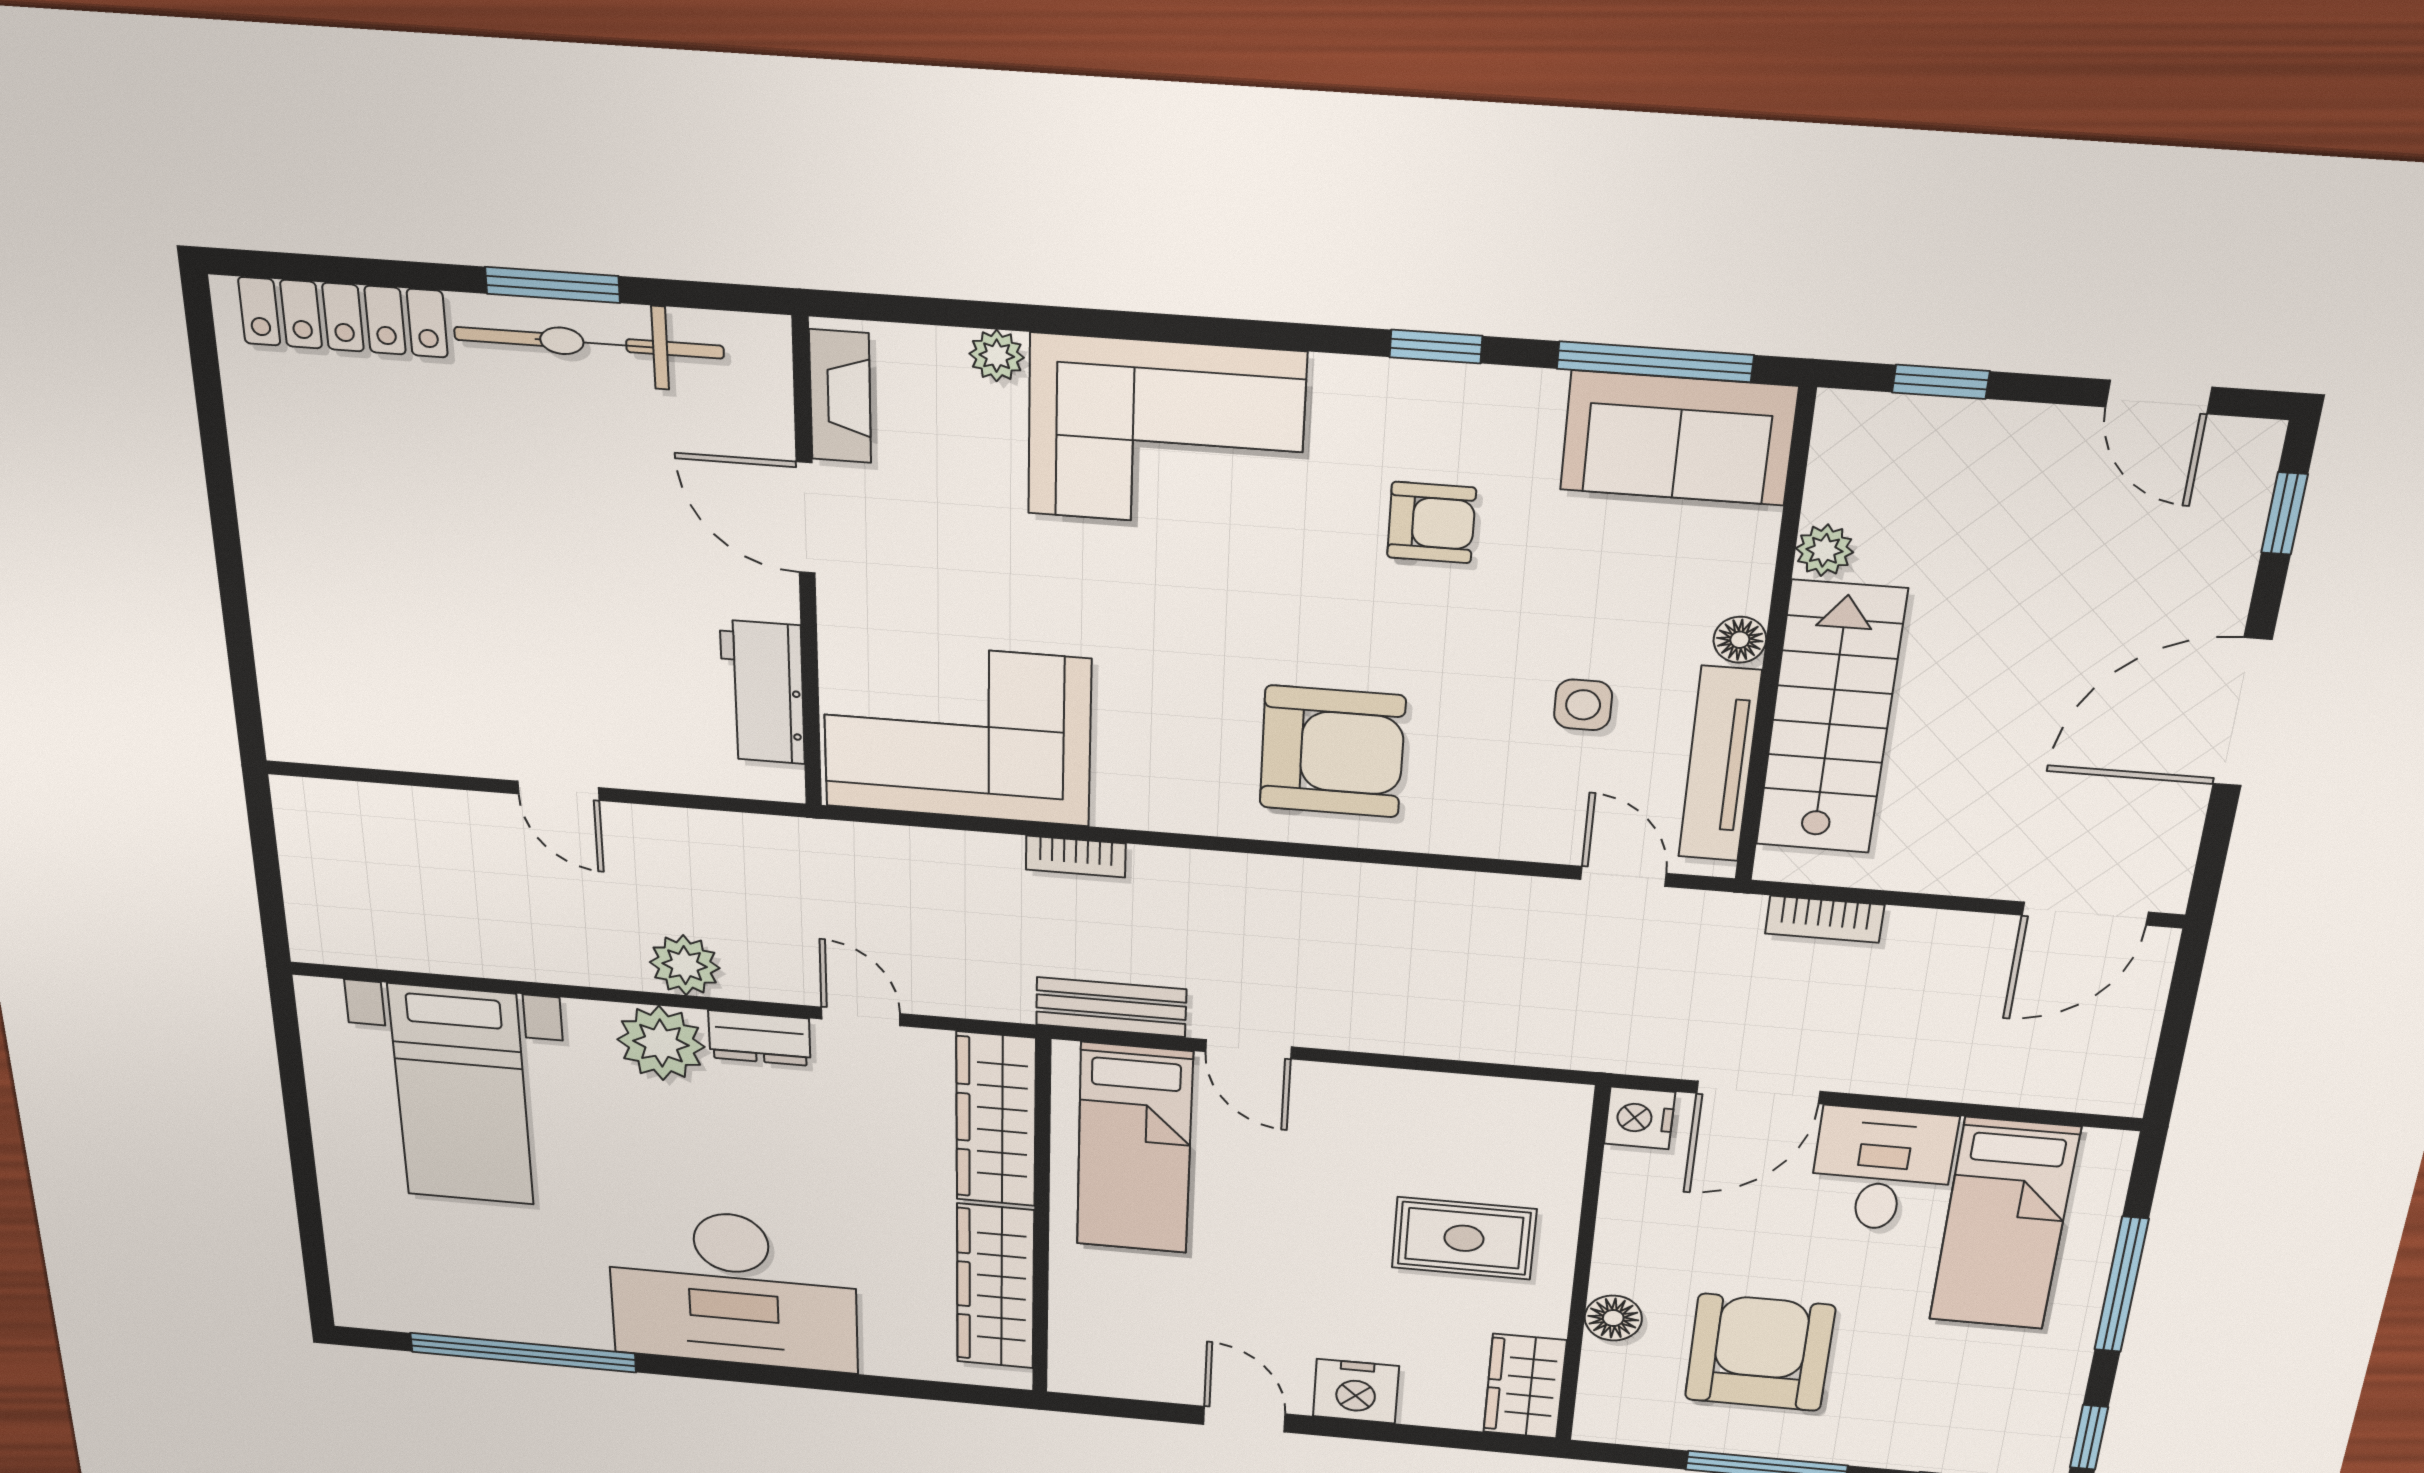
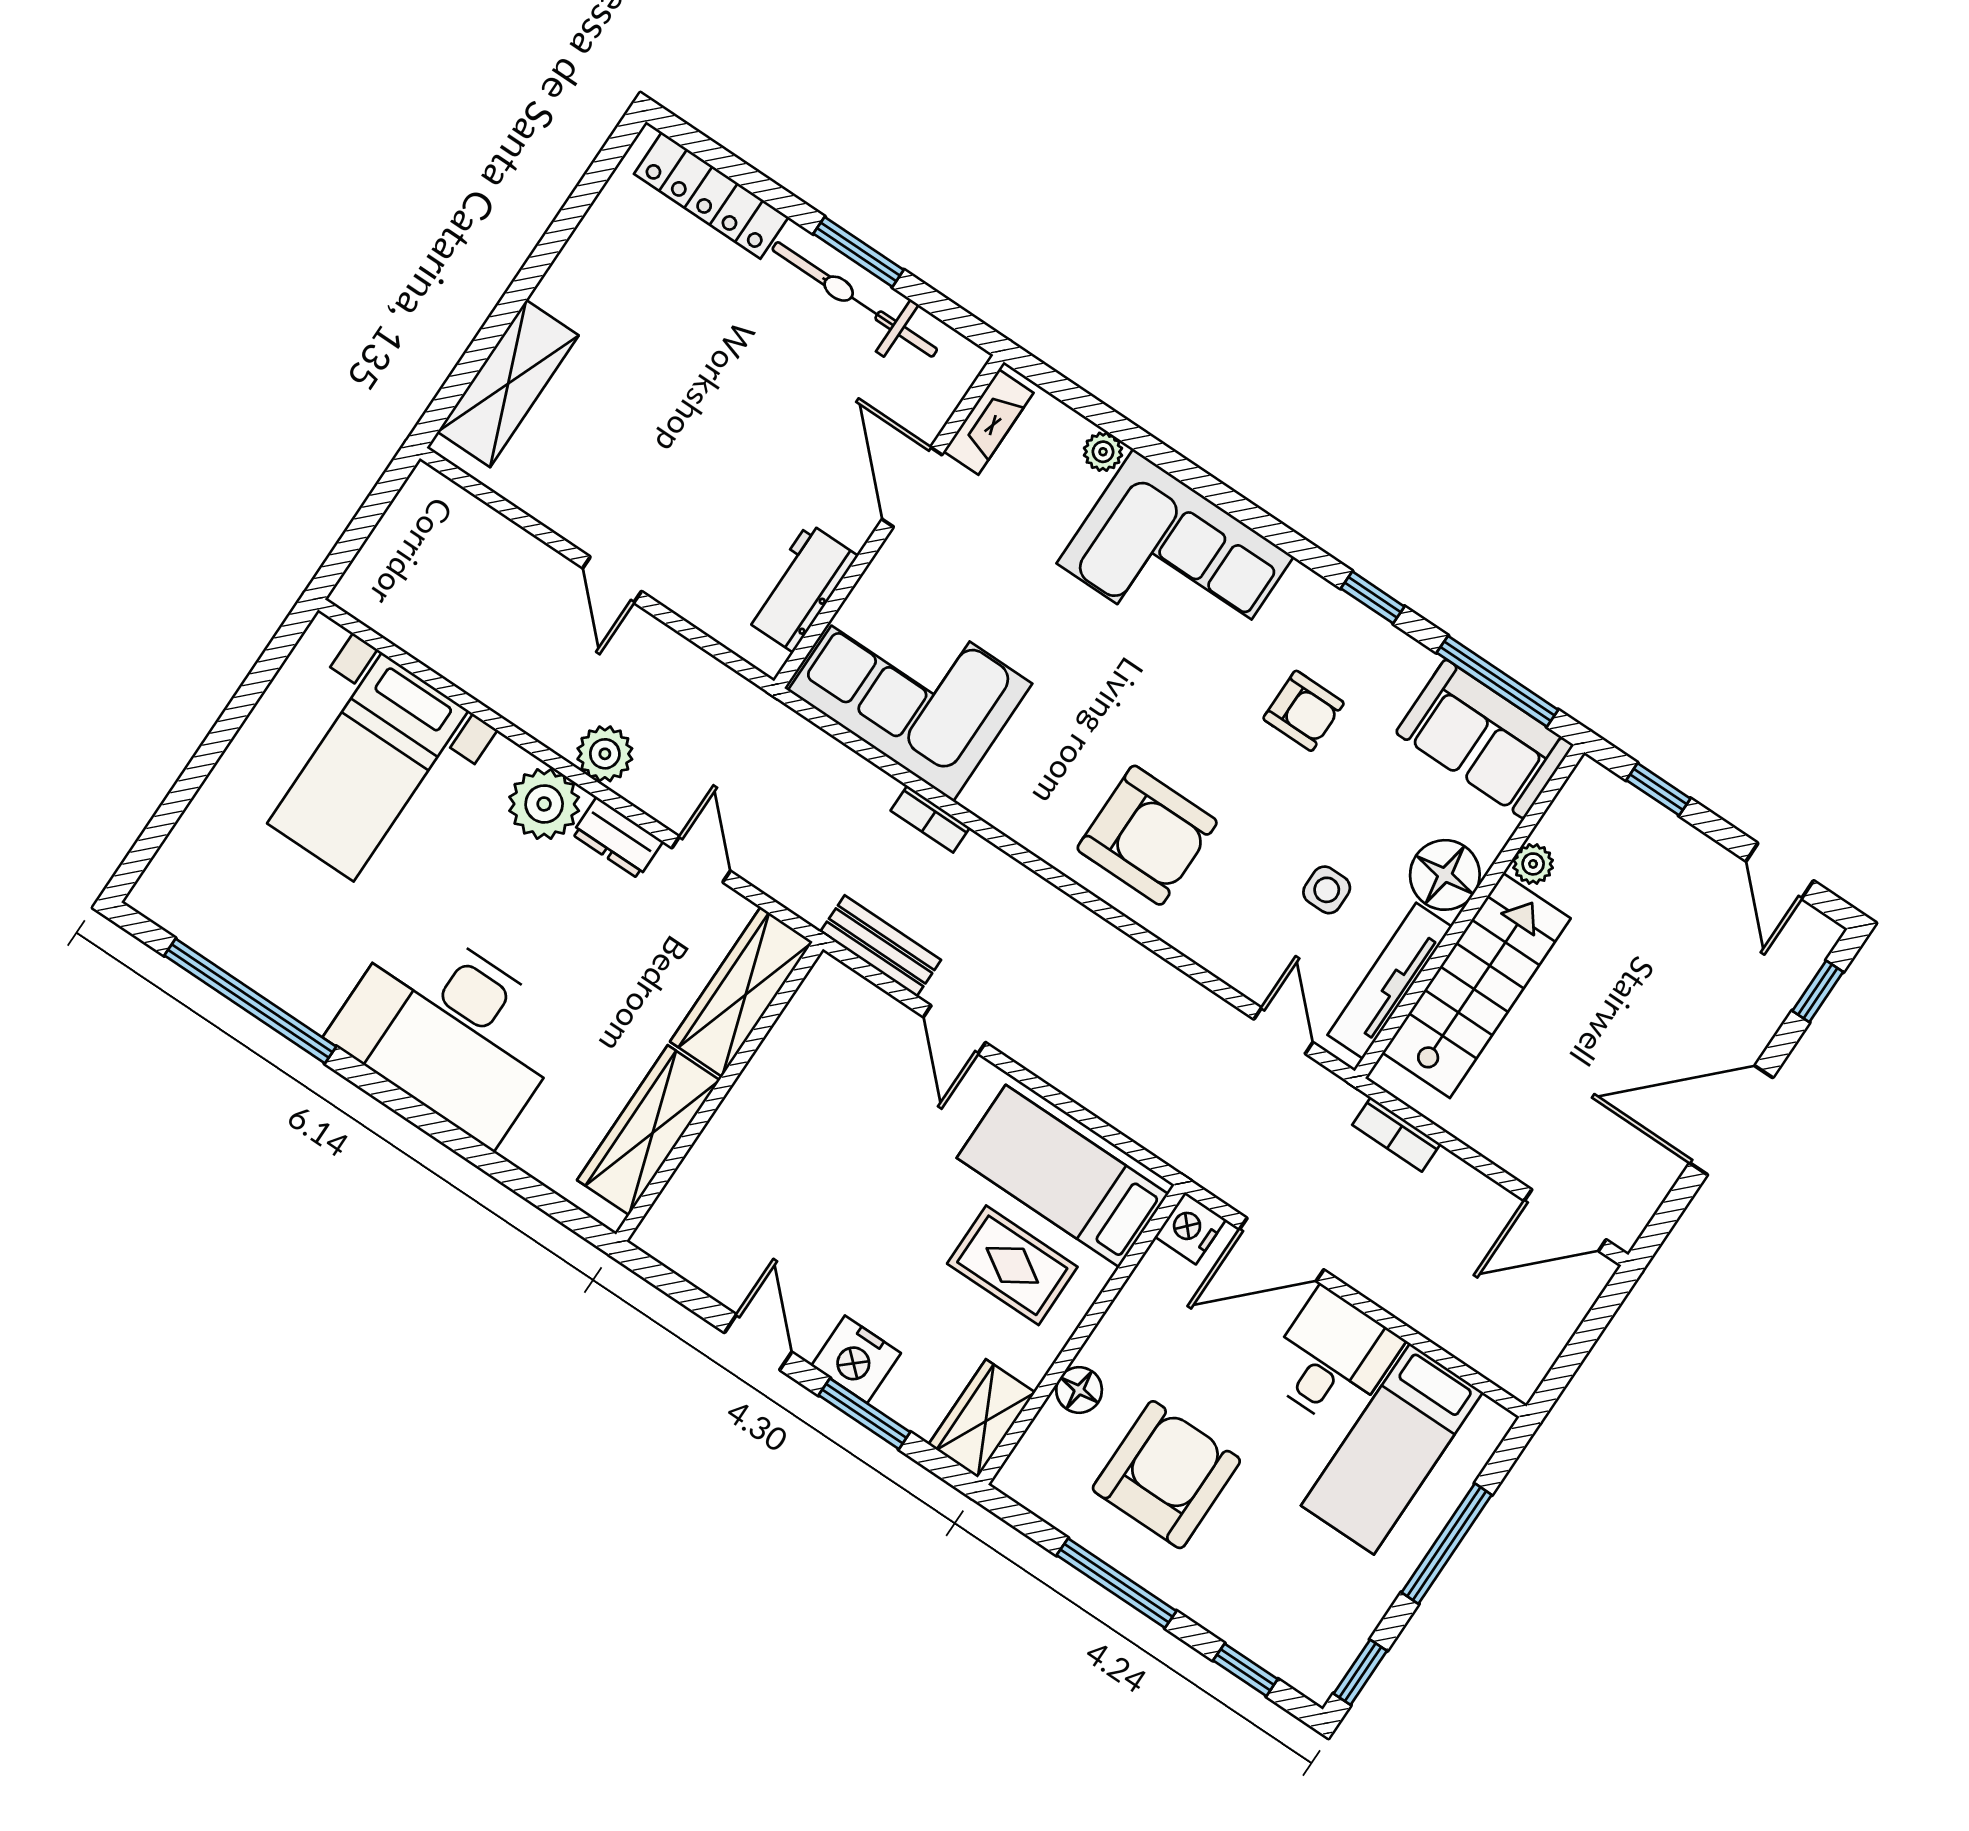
floor lamp: (1740, 640) -> (1445, 875), width x1.89, depth x1.89
shelving: (294, 649) -> (508, 384), added
bed: (1134, 1149) -> (1063, 1176), moved, turned 90
window: (1398, 1433) -> (864, 1414), added

